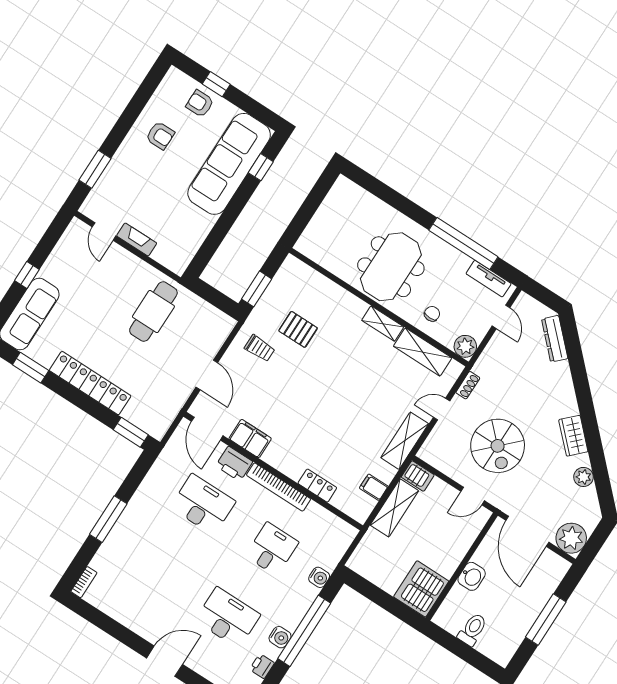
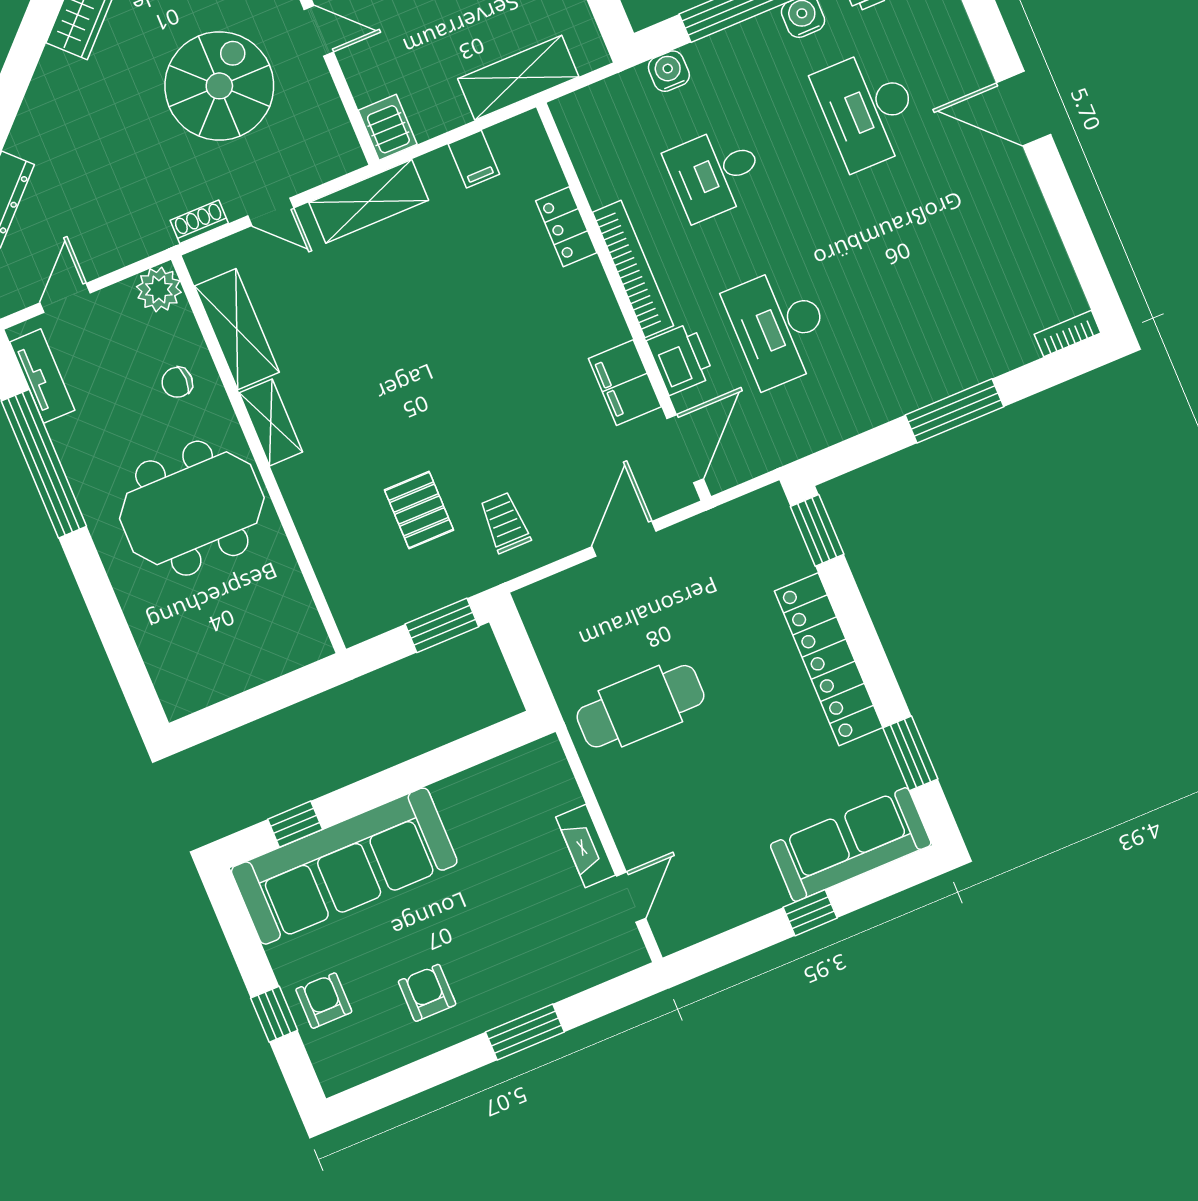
armchair: (200, 104) -> (324, 1001), turned 180
window: (95, 169) -> (525, 1032), moved
shelving: (394, 508) -> (518, 78), moved

